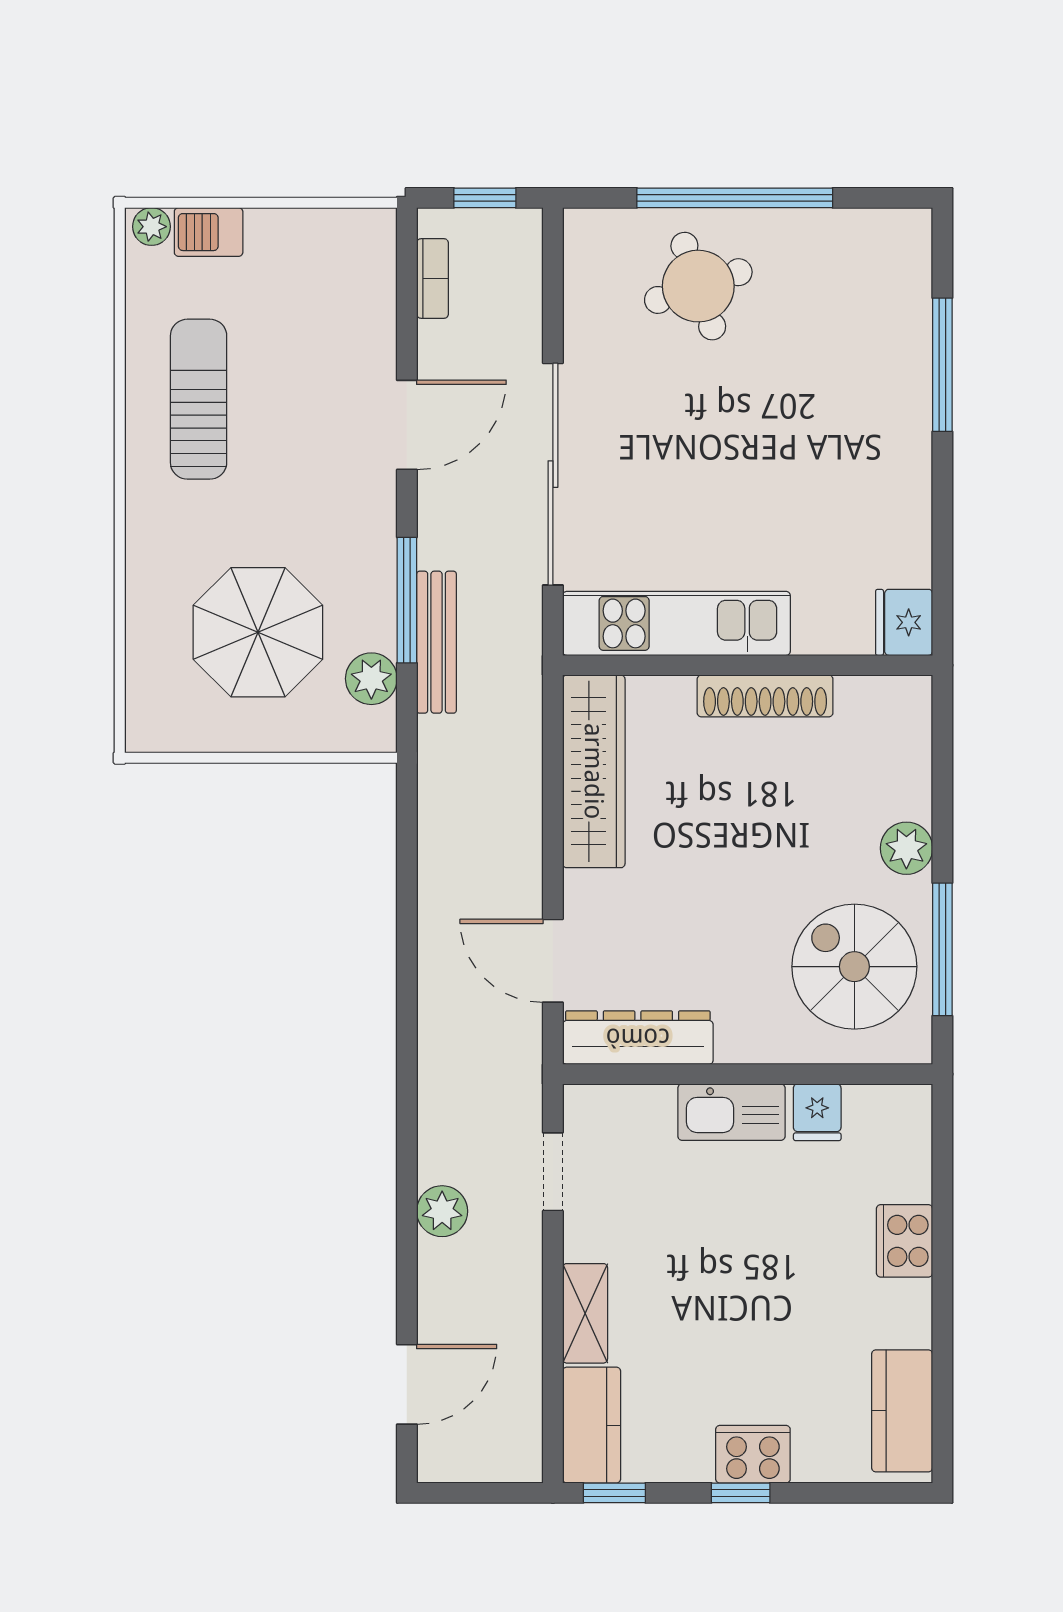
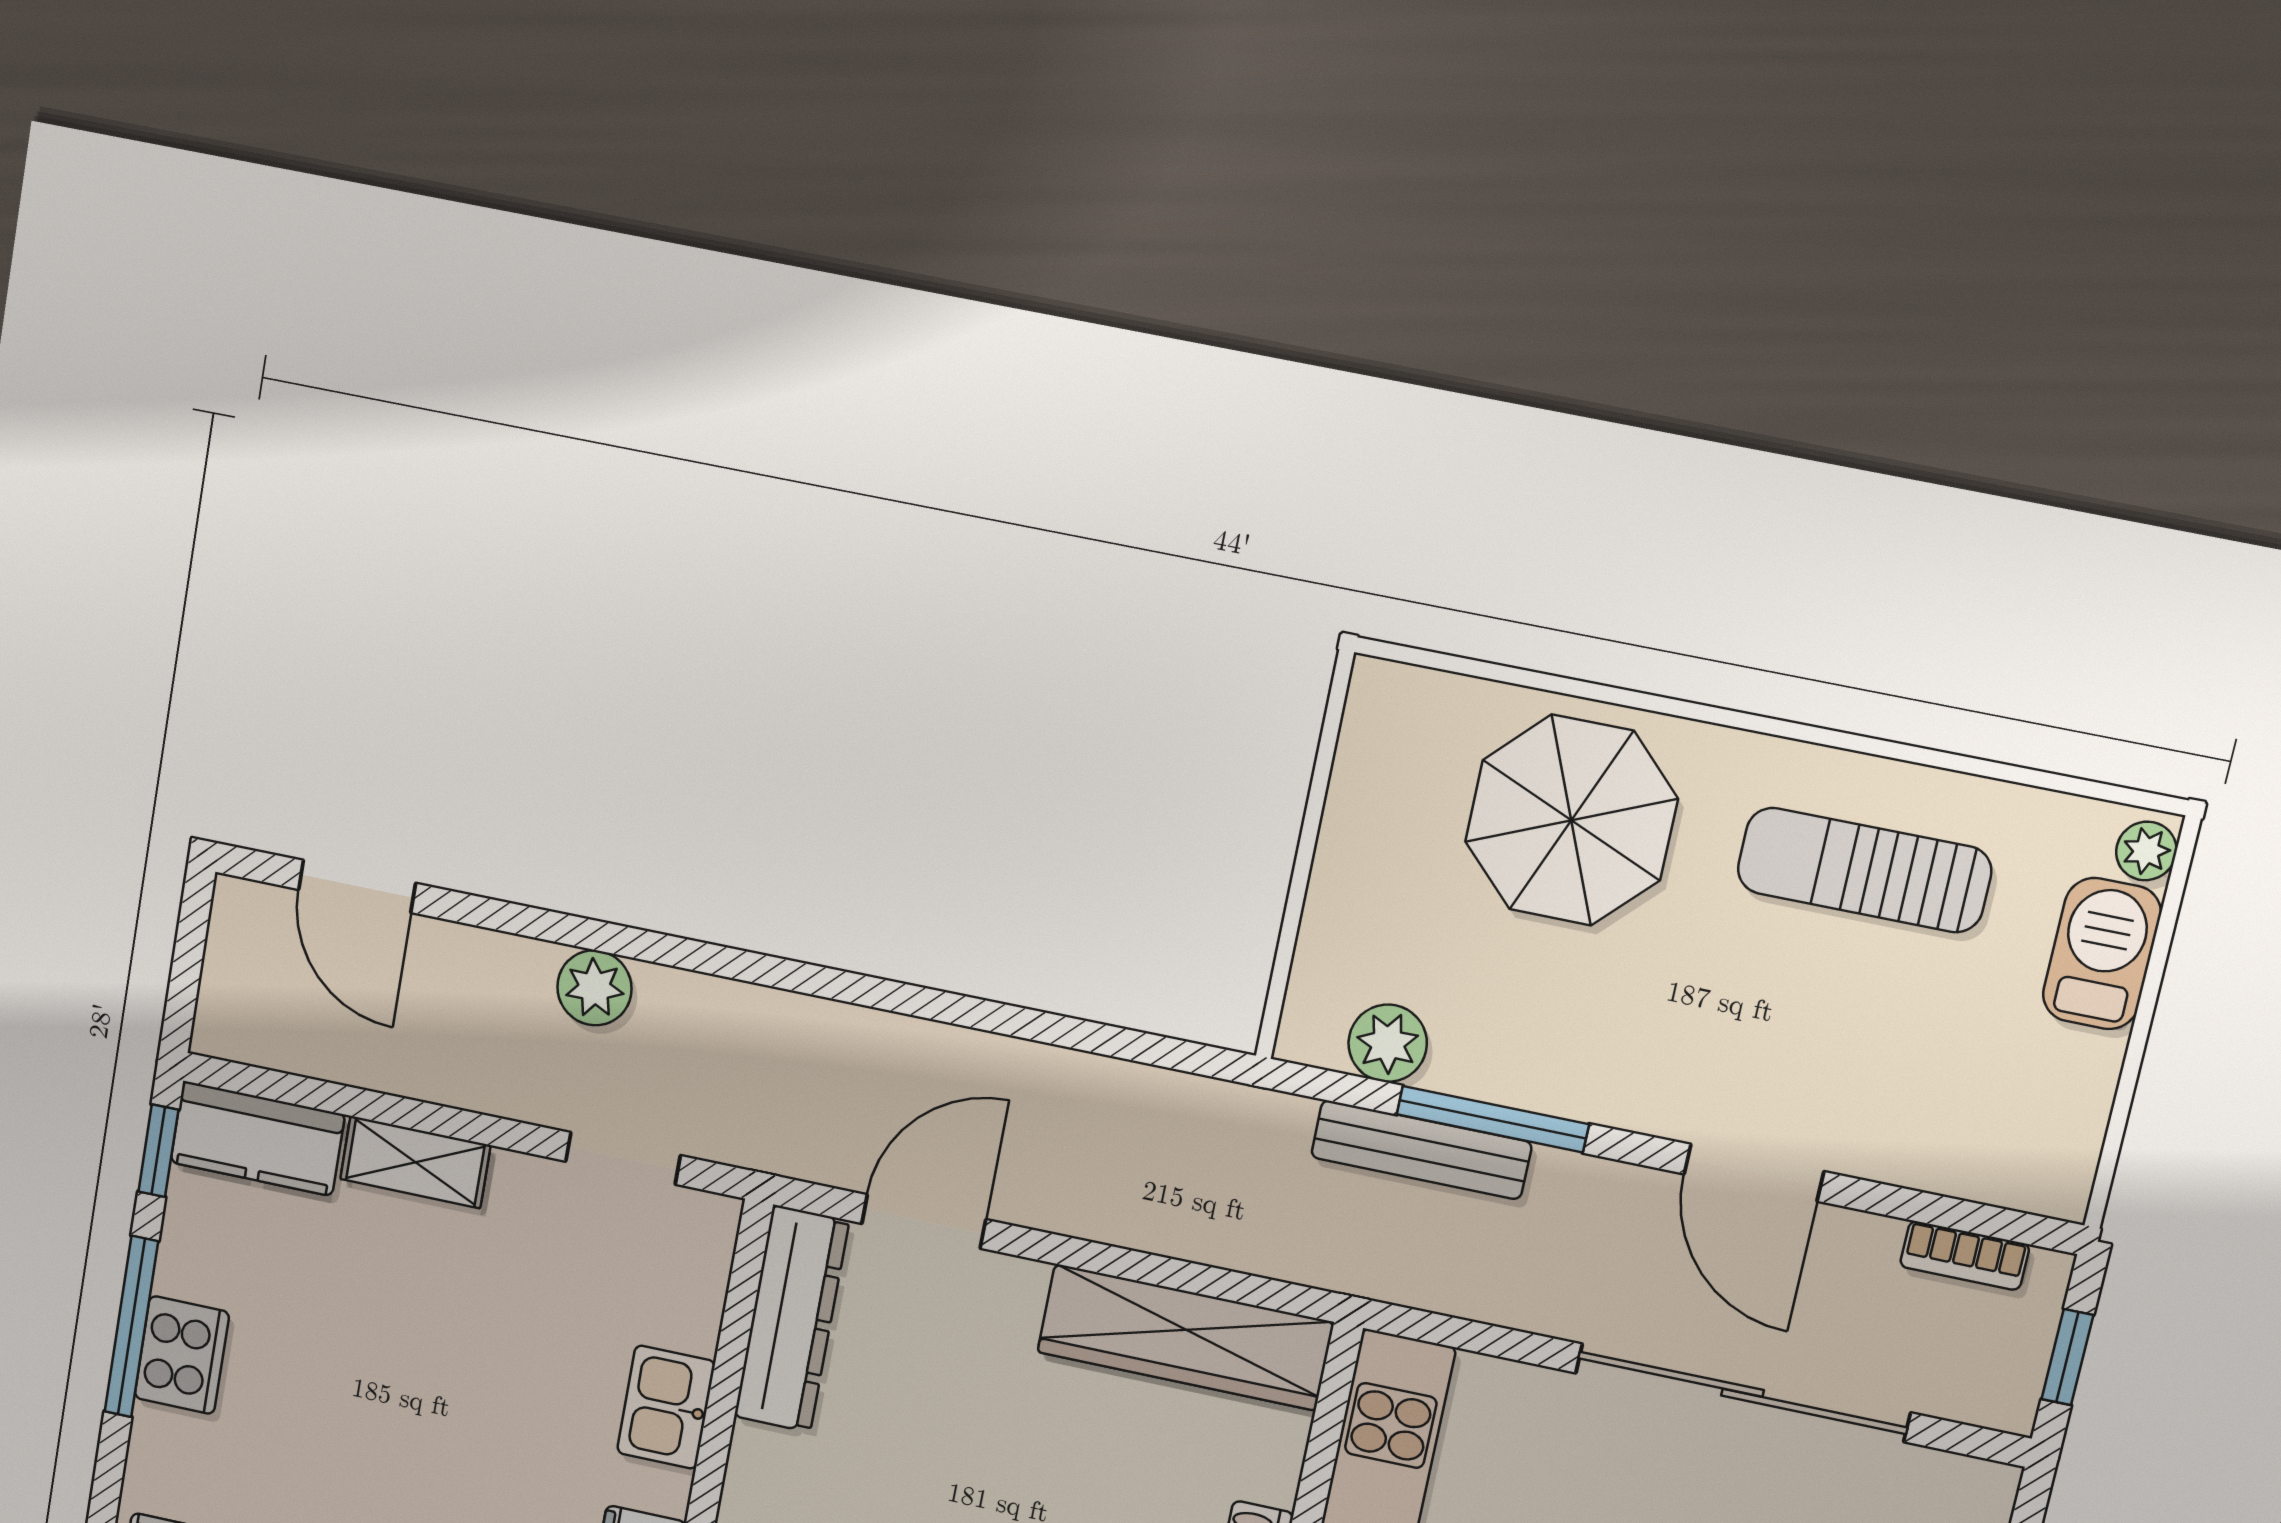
barbecue: (209, 232) -> (2102, 954), width x1.38, depth x1.27
sun lounger: (199, 399) -> (1864, 870), turned 180
sliding door: (553, 474) -> (1743, 1393), moved
parasol: (258, 632) -> (1571, 820), moved
kitchen sink: (731, 1112) -> (666, 1407), width x0.73
window: (741, 1493) -> (131, 1327), width x2.17

